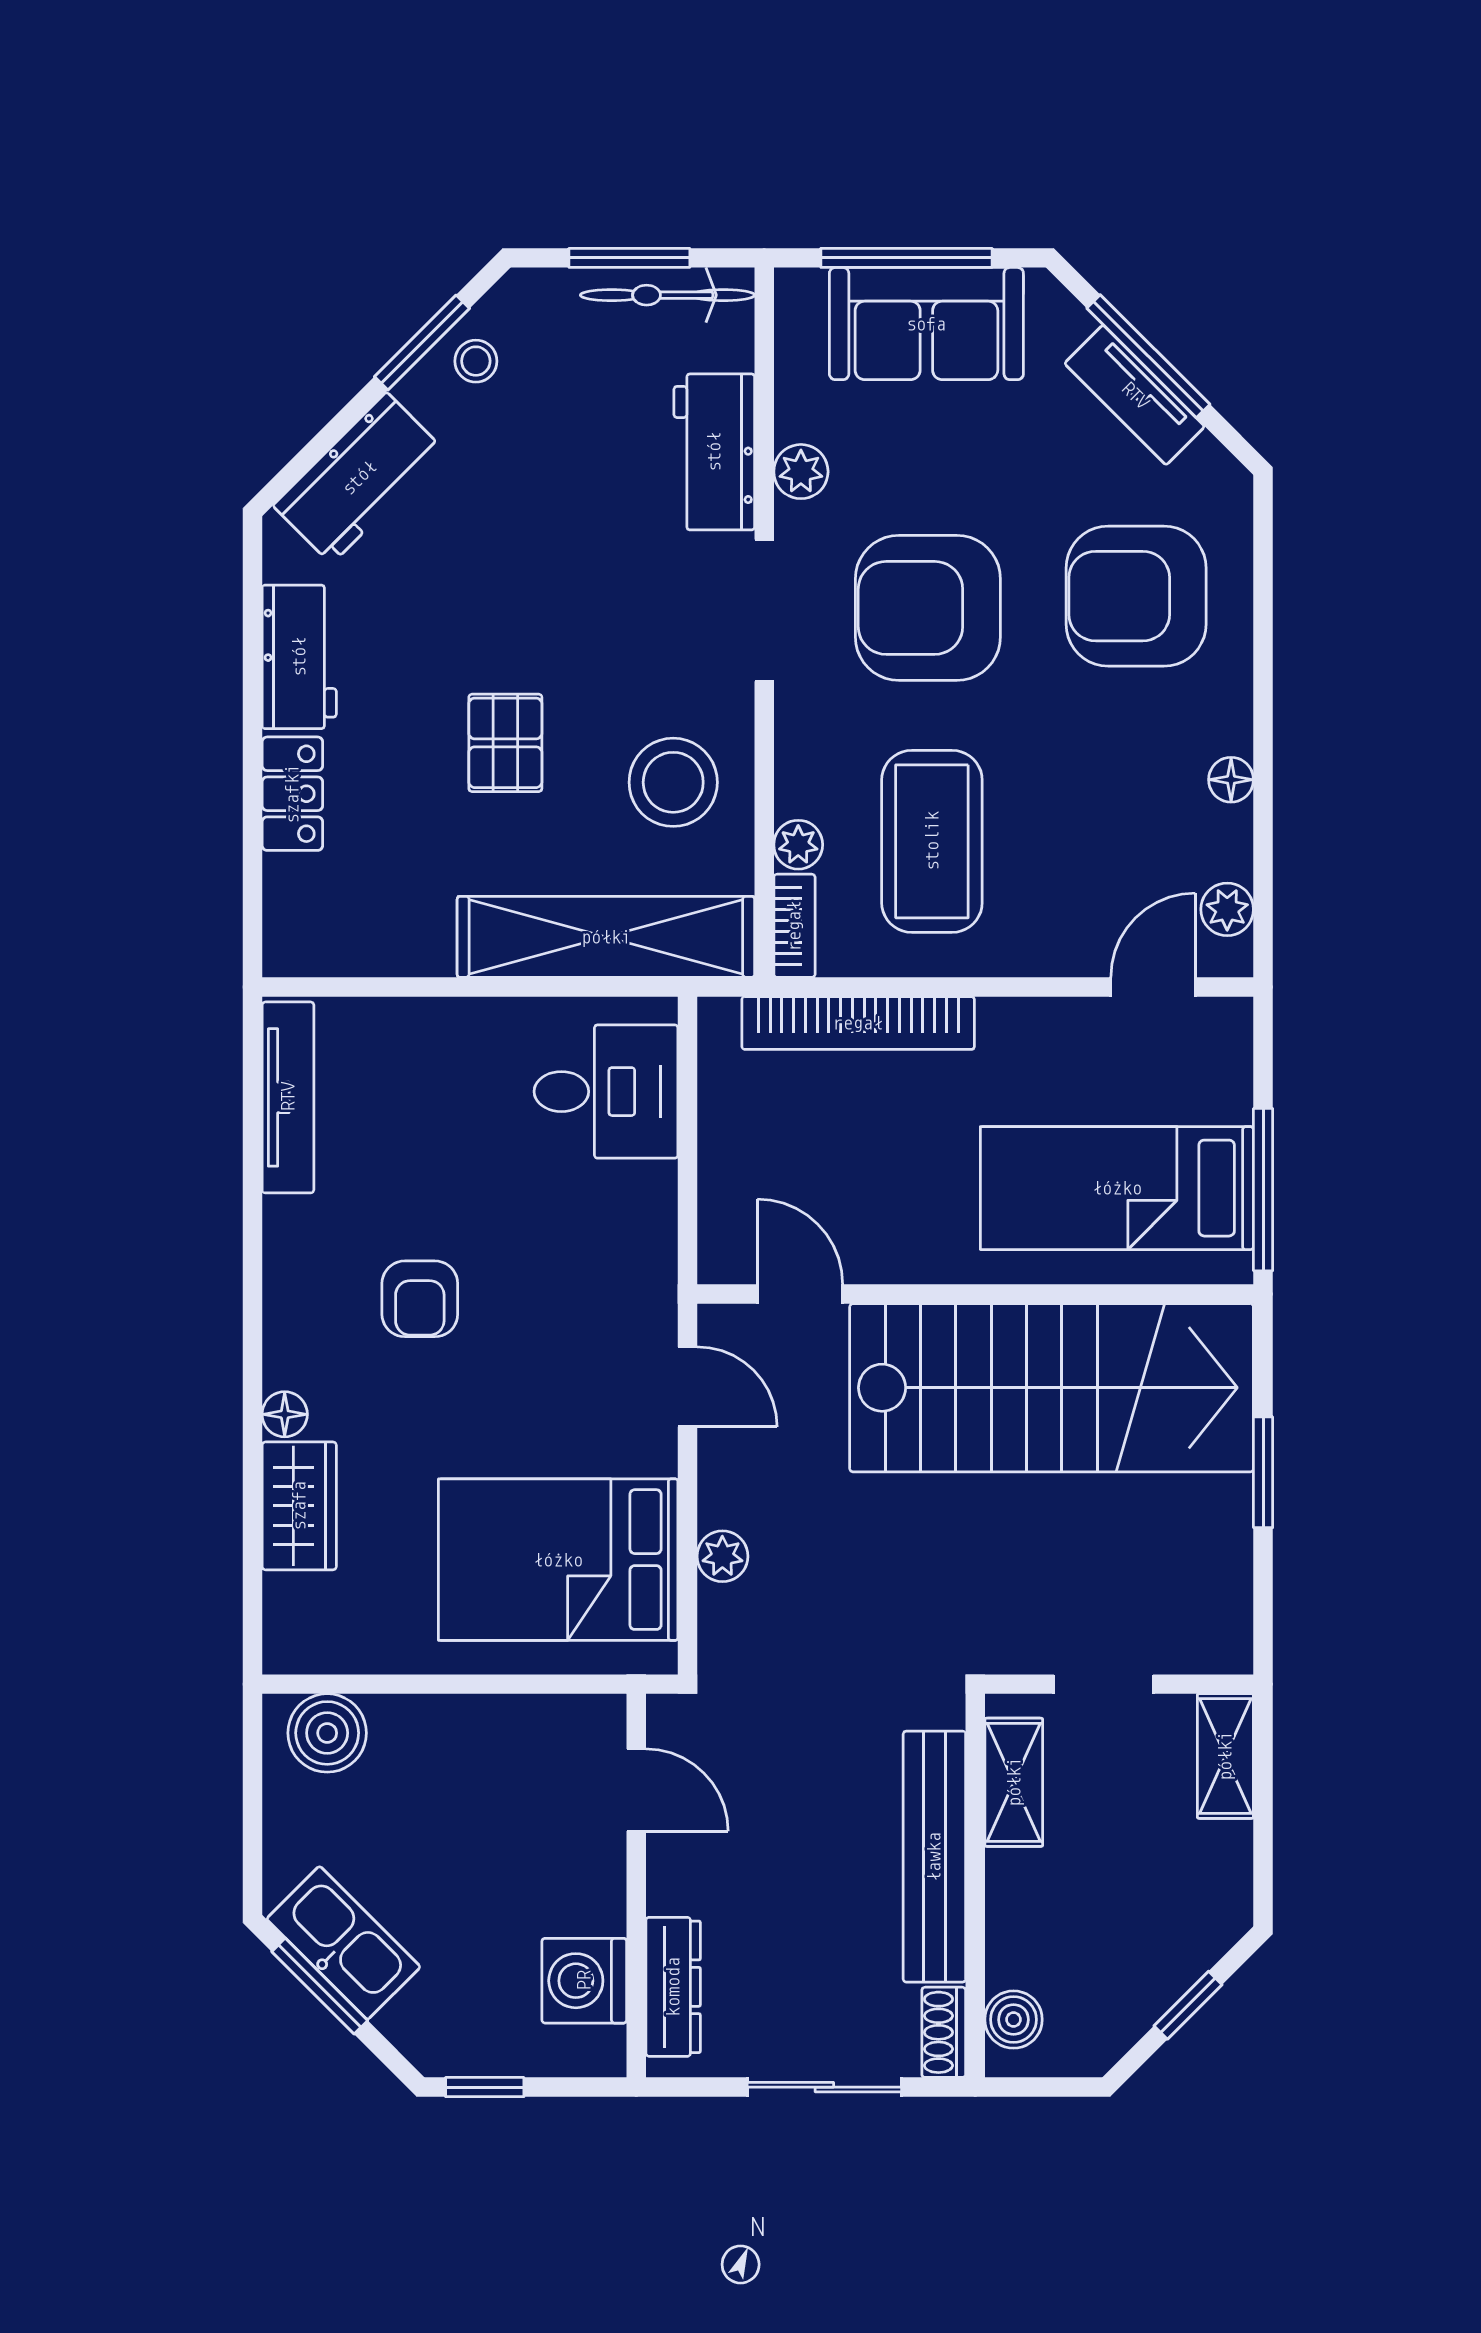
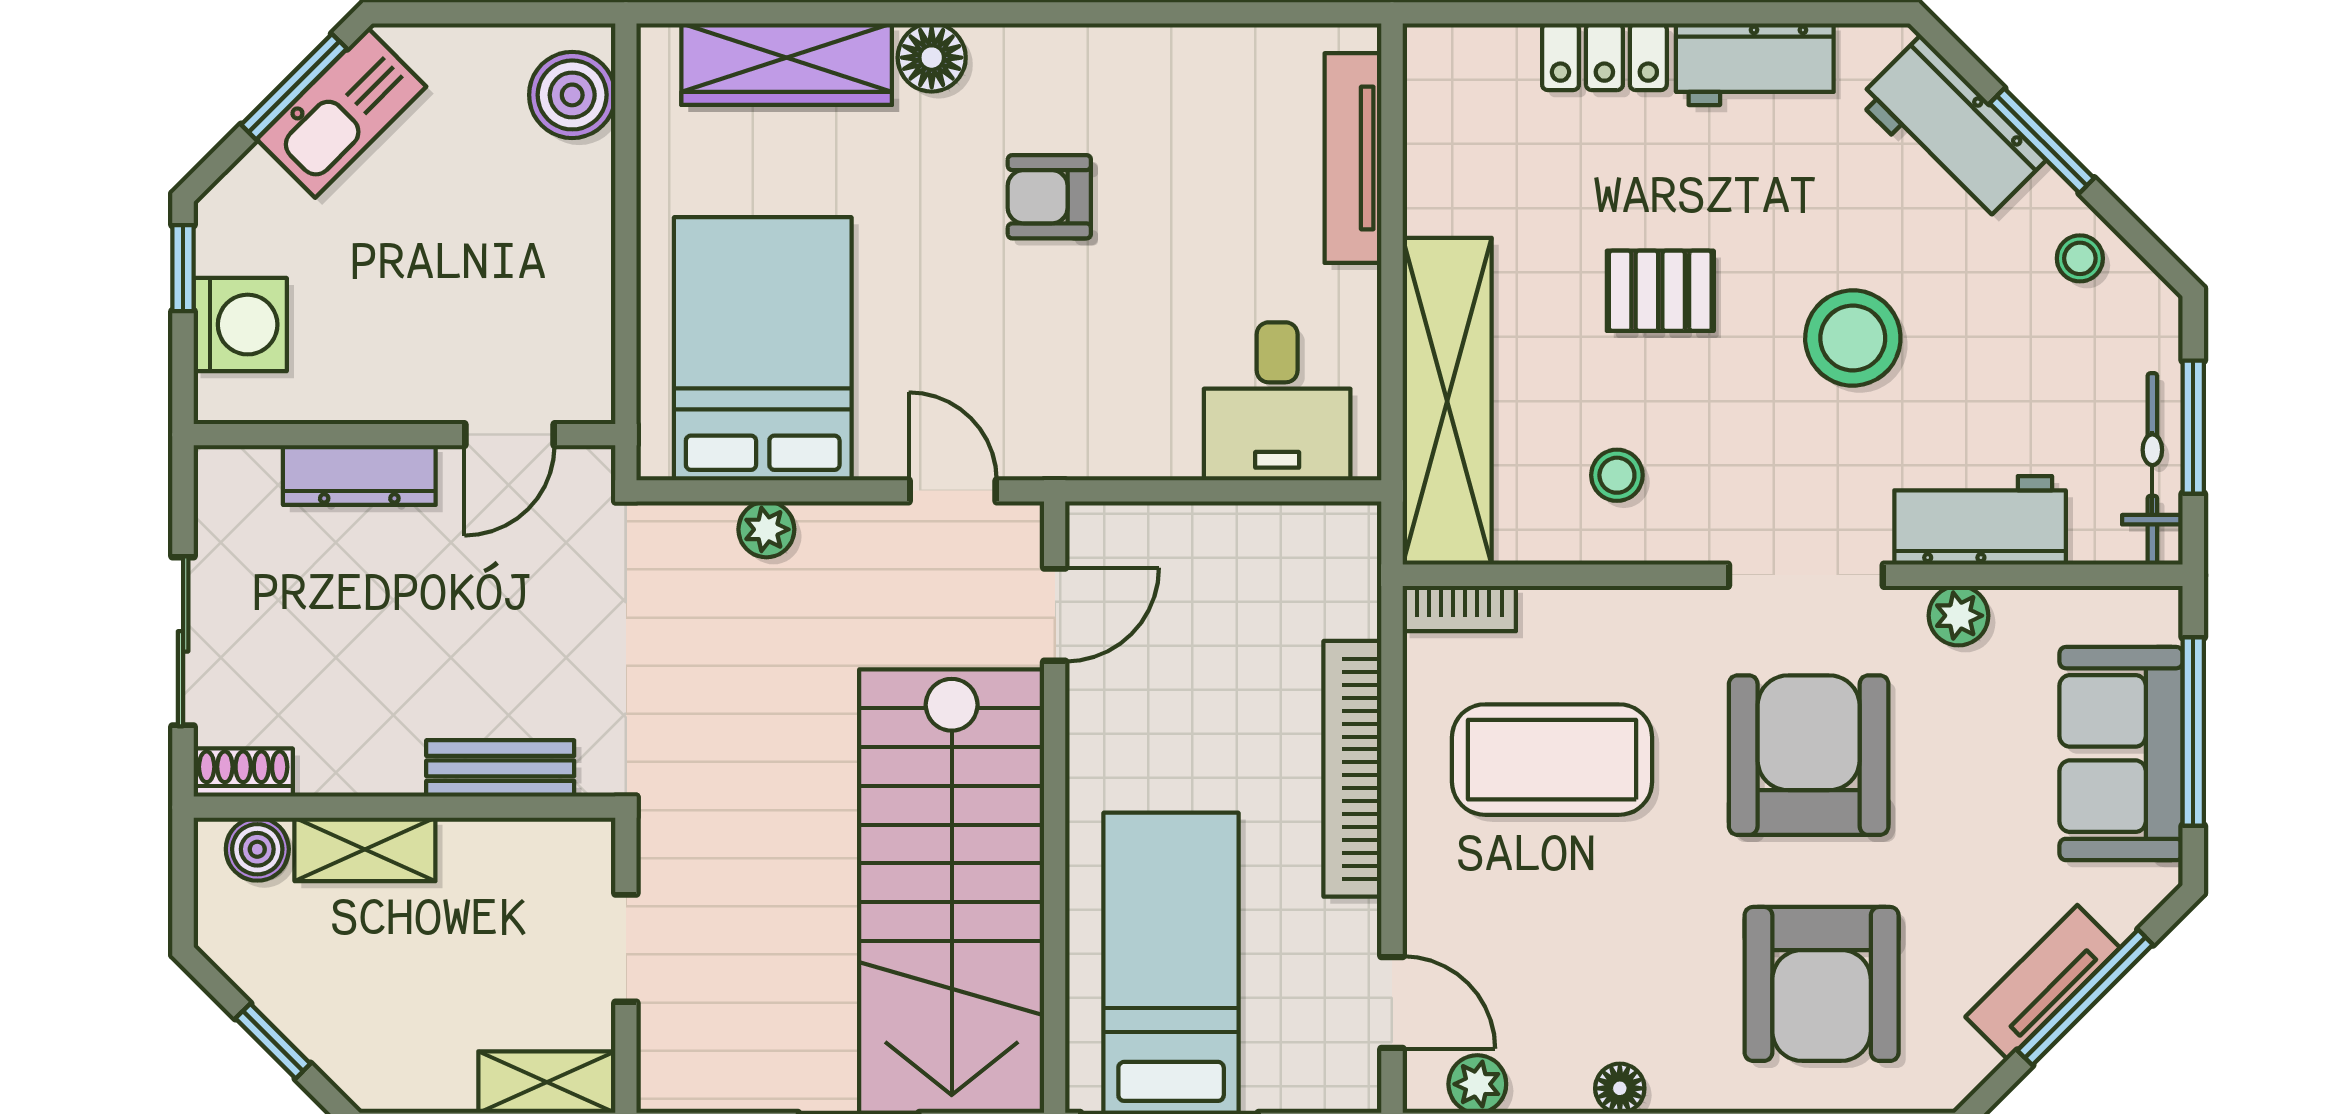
window: (422, 343) -> (2042, 141), moved
stool: (548, 568) -> (1853, 338), added
armchair: (1136, 596) -> (1822, 984), turned 180
stool: (673, 782) -> (1617, 475), width x0.53, depth x0.53
plant: (798, 845) -> (1548, 613), removed
bookcase: (858, 1023) -> (1352, 769), moved
tv unit: (288, 1097) -> (1353, 158), moved, turned 90
door: (687, 1387) -> (953, 491), swing flipped
floor lamp: (285, 1414) -> (932, 58), width x1.37, depth x1.37
wardrobe: (299, 1506) -> (787, 64), width x1.50
shelving: (1014, 1782) -> (365, 849), moved
bench: (934, 1857) -> (500, 768), width x0.54, depth x0.82
washing machine: (584, 1981) -> (240, 325), moved, turned 90
dresser: (673, 1987) -> (359, 475), moved

